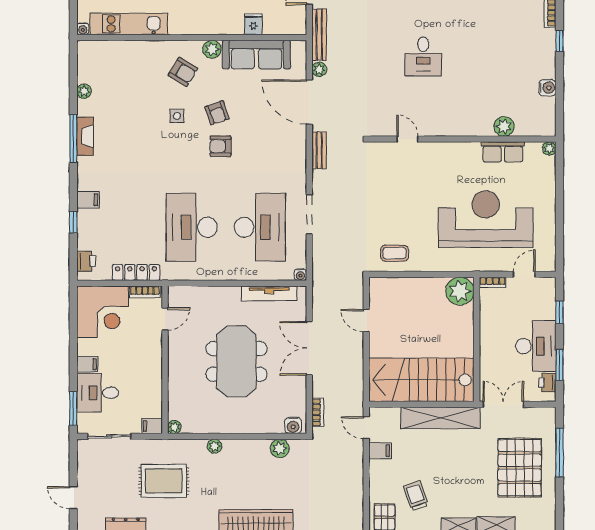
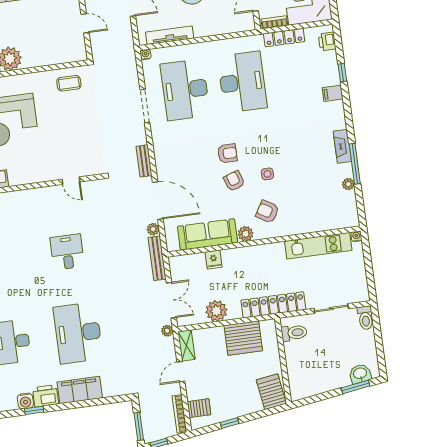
window: (73, 139) -> (355, 164), moved

